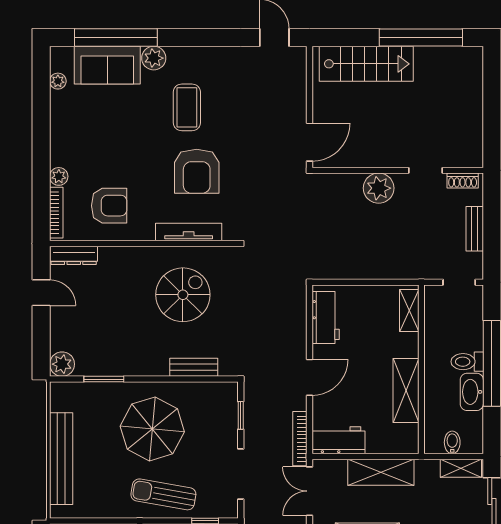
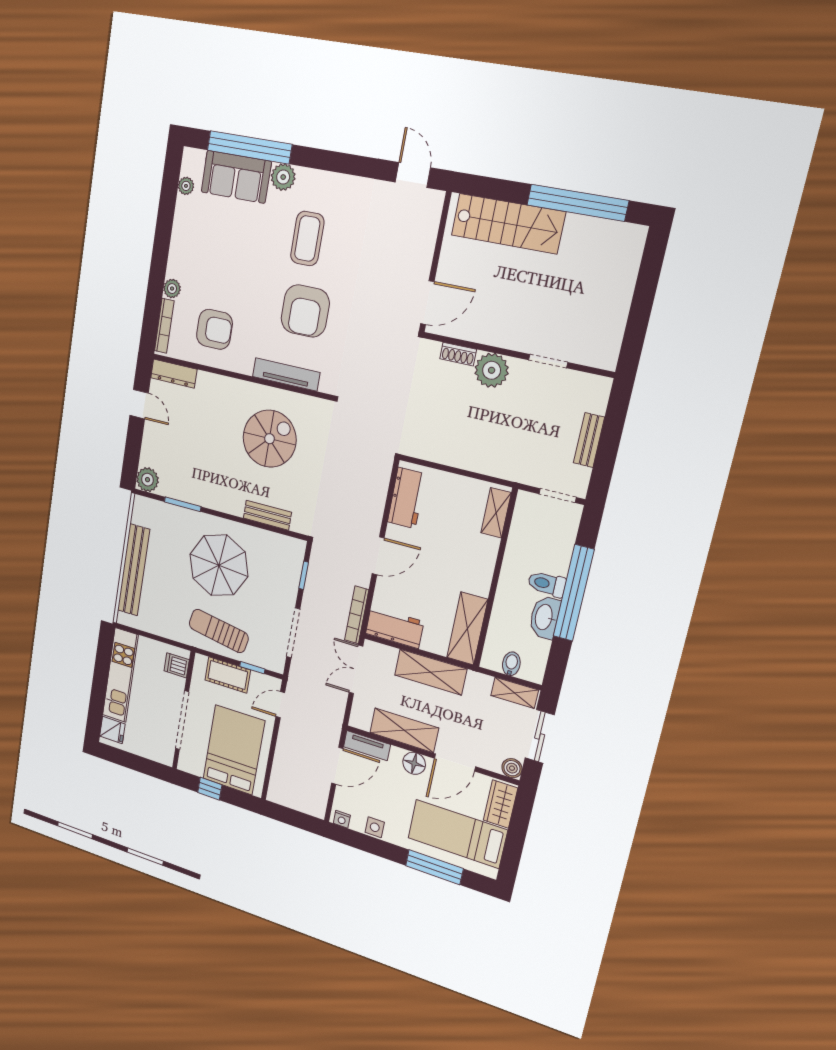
shoe rack: (463, 181) -> (458, 354), moved
shelving: (406, 391) -> (467, 629), moved

